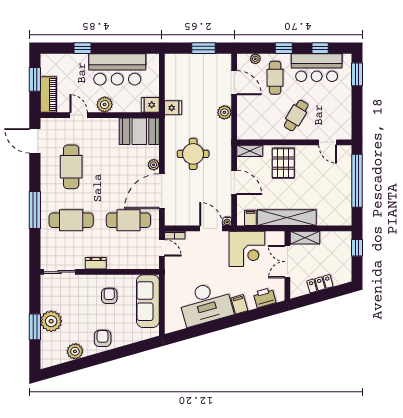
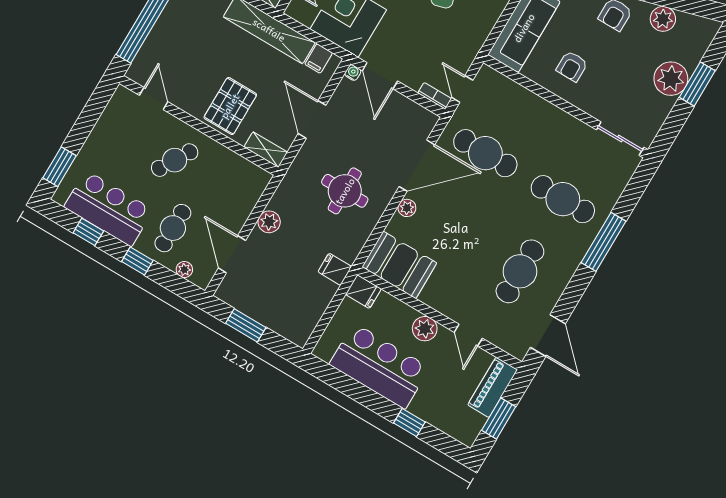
dresser: (96, 263) -> (564, 121), removed

